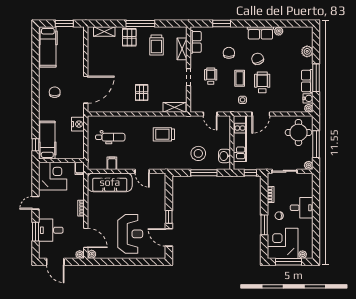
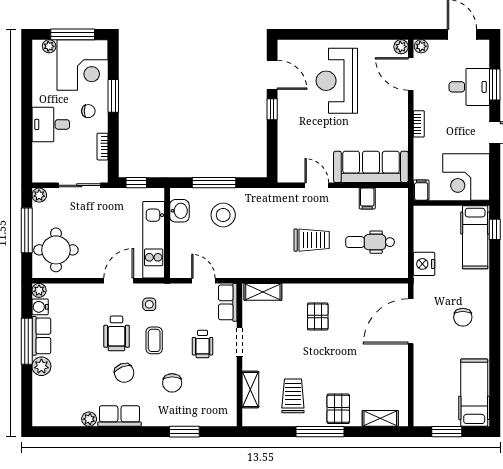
row of seats: (196, 42) -> (228, 302), moved
plant: (307, 51) -> (41, 366), moved
trolley: (164, 134) -> (312, 240), moved

